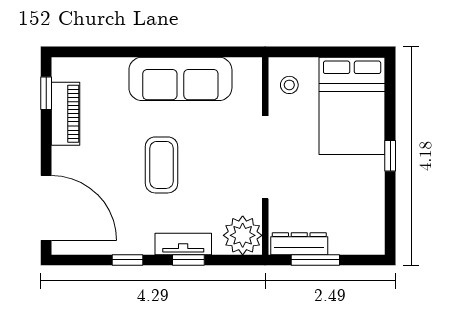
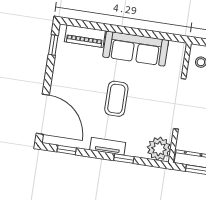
piano: (65, 114) -> (85, 36), moved, turned 90
tv unit: (183, 244) -> (108, 146), moved
window: (127, 260) -> (67, 150), moved

